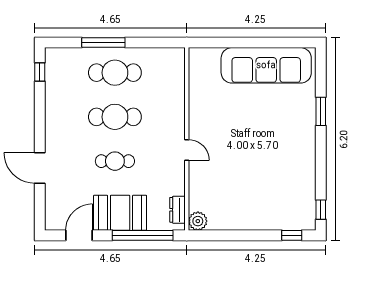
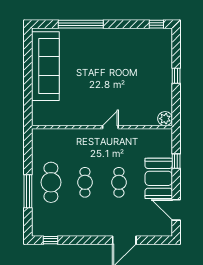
window: (321, 111) -> (81, 24), width x2.11
cafe table: (115, 117) -> (85, 182), width x0.73, depth x0.74
dresser: (178, 210) -> (156, 134), removed
window: (143, 235) -> (176, 161), width x0.32
window: (292, 235) -> (176, 76), moved

